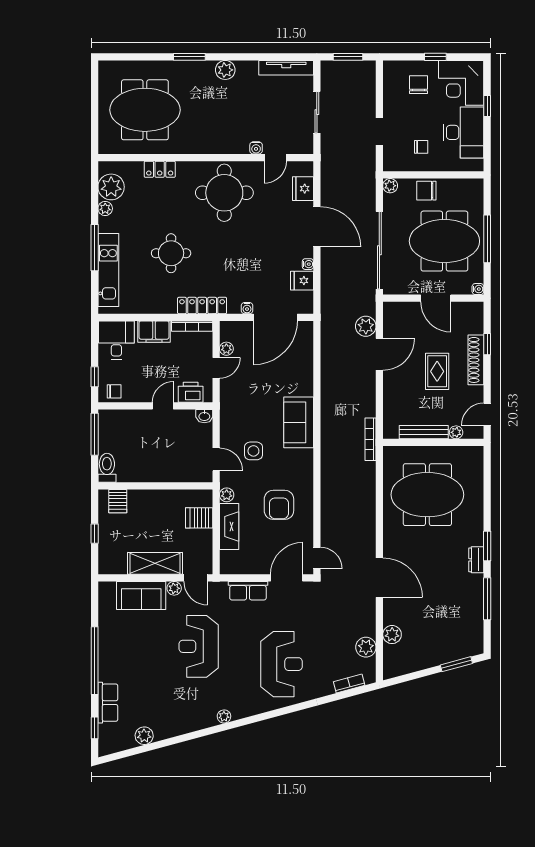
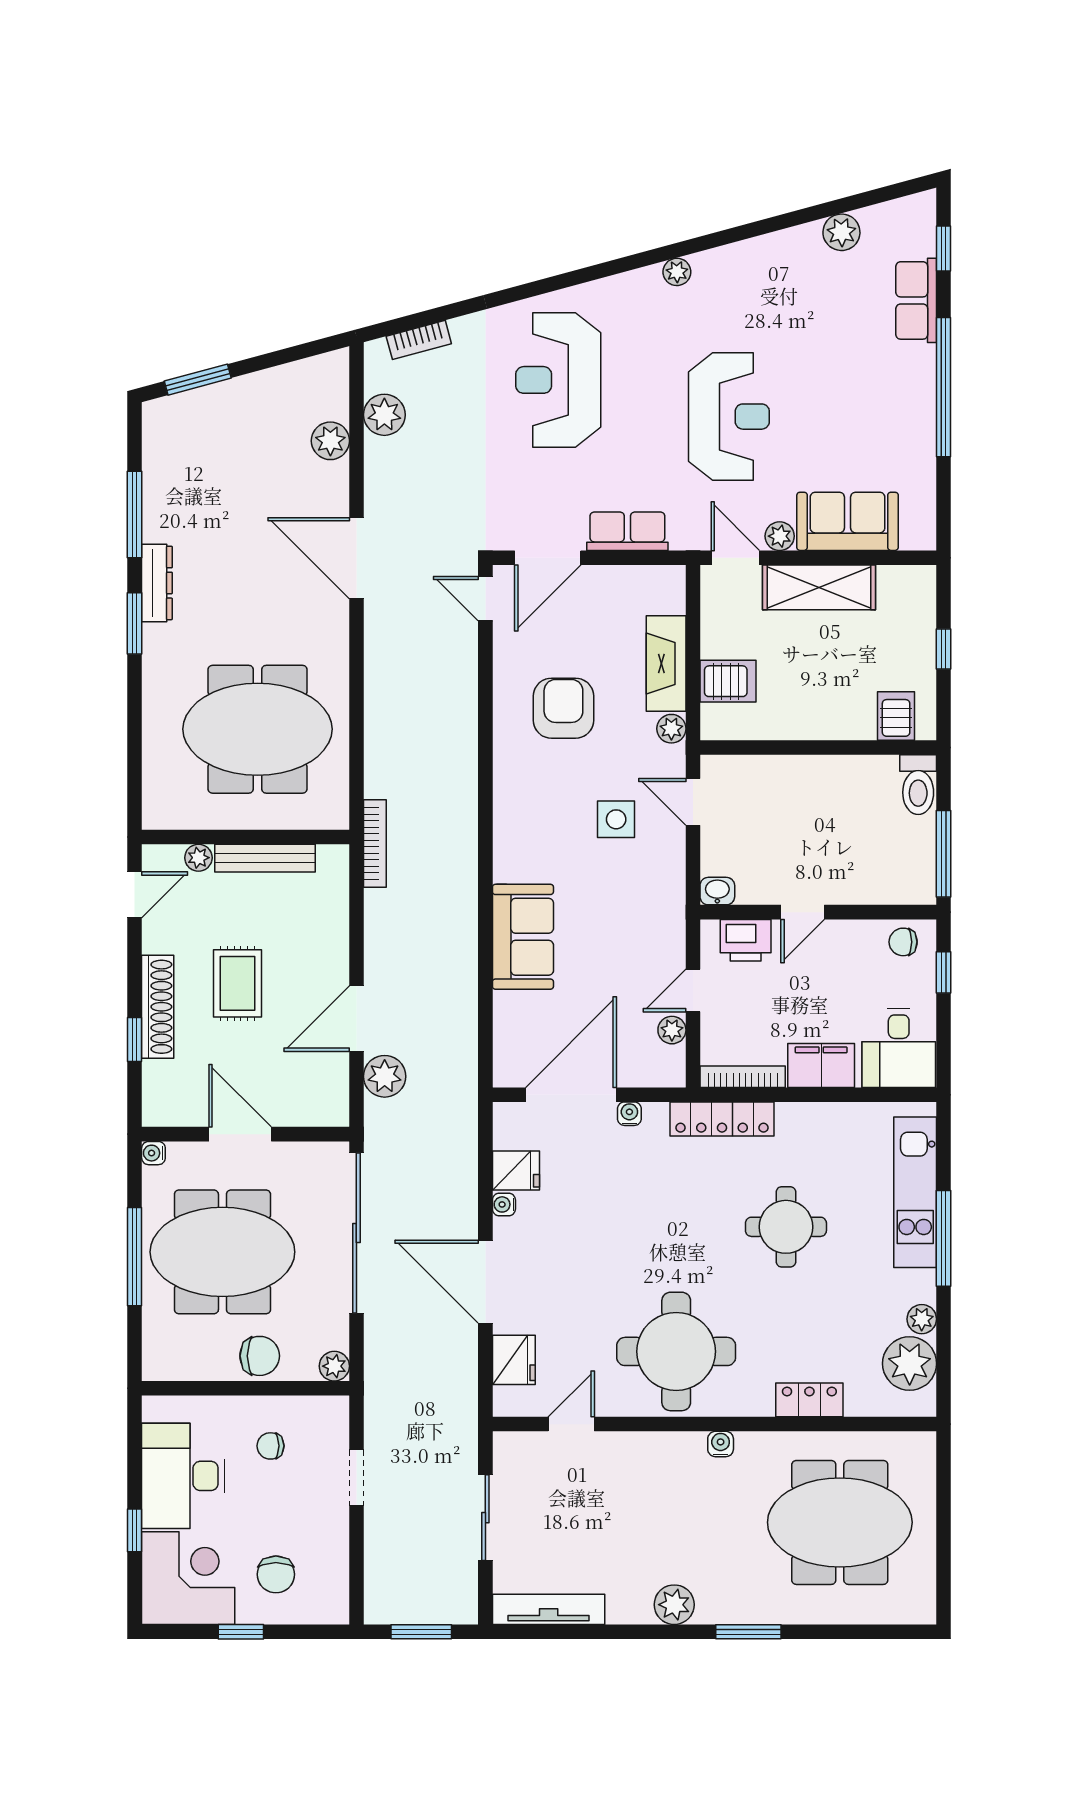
water cooler: (256, 148) -> (721, 1444), moved
sofa: (299, 422) -> (523, 937), moved
dresser: (476, 560) -> (157, 583), width x1.44

